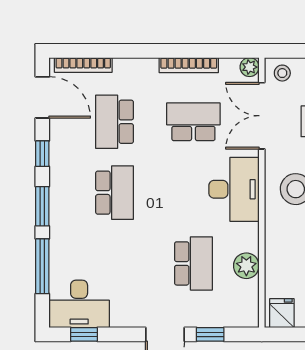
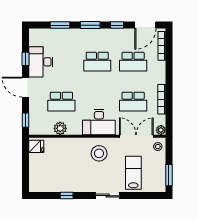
school desk: (115, 122) -> (133, 62), turned 180
school desk: (193, 122) -> (133, 102), turned 90
window: (42, 266) -> (60, 25), width x0.69
desk: (79, 304) -> (41, 62), moved
window: (84, 334) -> (26, 59), moved
window: (210, 334) -> (26, 120), moved

